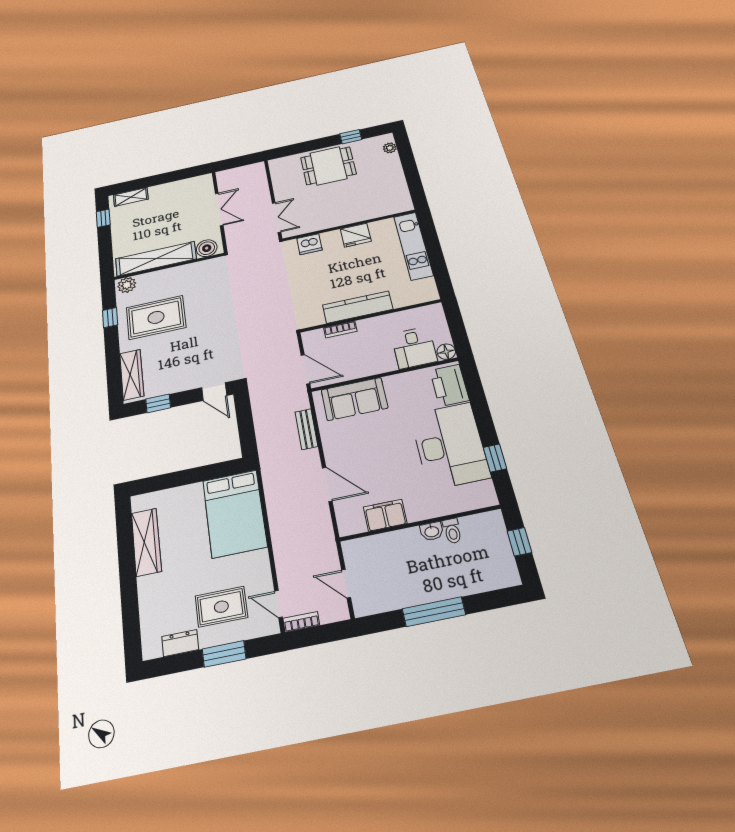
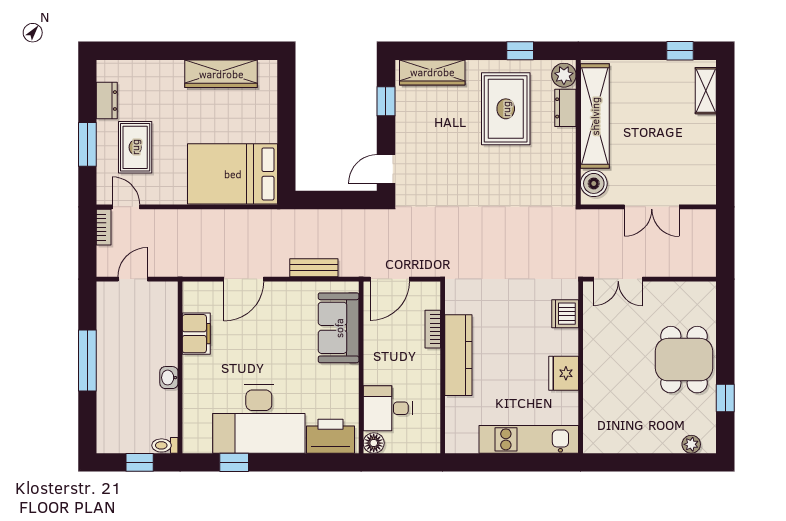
dresser: (151, 279) -> (565, 108), added
toilet: (452, 531) -> (165, 445), moved
door: (279, 604) -> (126, 207), hinge flipped

